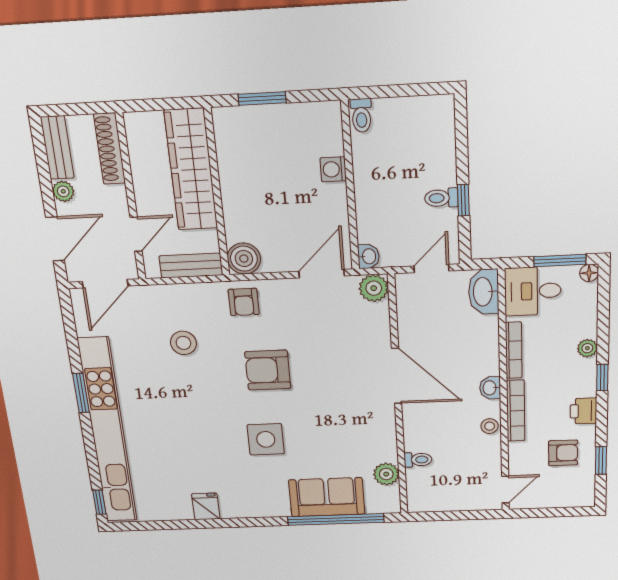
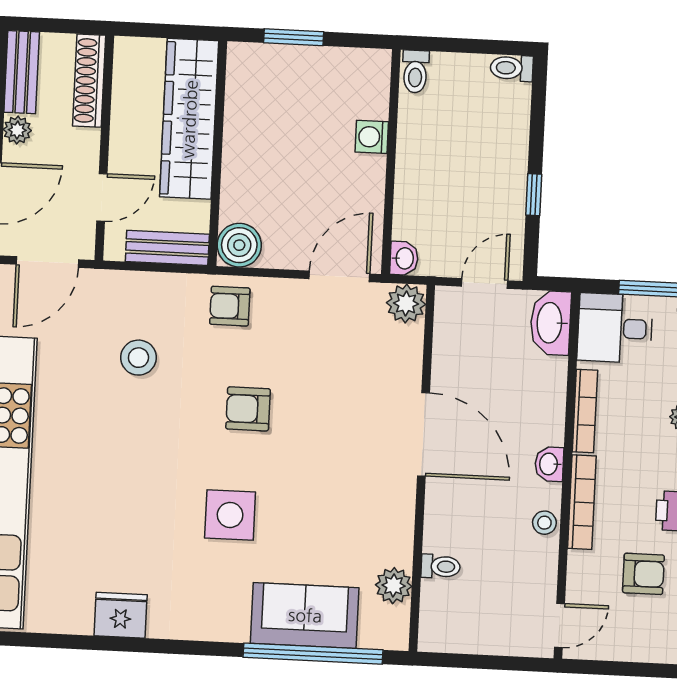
toilet: (441, 198) -> (512, 68), moved
armchair: (244, 302) -> (230, 306), turned 90
armchair: (268, 370) -> (248, 409), width x0.72, depth x0.72
fridge: (206, 506) -> (121, 615), width x1.38

